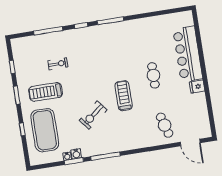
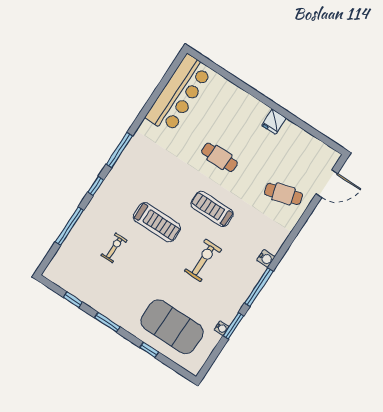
bar counter: (188, 54) -> (179, 94), moved, turned -90
treadmill: (46, 92) -> (157, 222), moved, turned -90
exercise bike: (93, 115) -> (203, 260), turned -142
water cooler: (76, 154) -> (266, 258), moved

